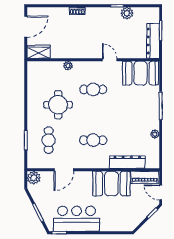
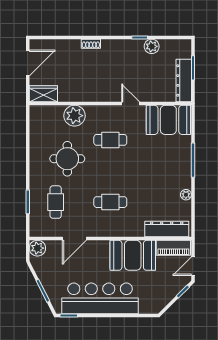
plant: (68, 66) -> (74, 116), width x1.88, depth x1.88
dresser: (127, 162) -> (167, 229), moved
door: (161, 192) -> (193, 266), hinge flipped
bar counter: (77, 219) -> (100, 298), width x1.36

